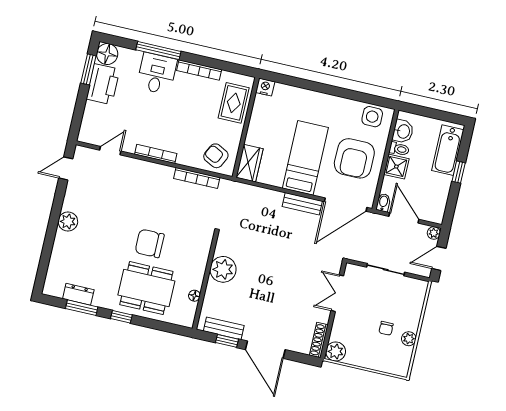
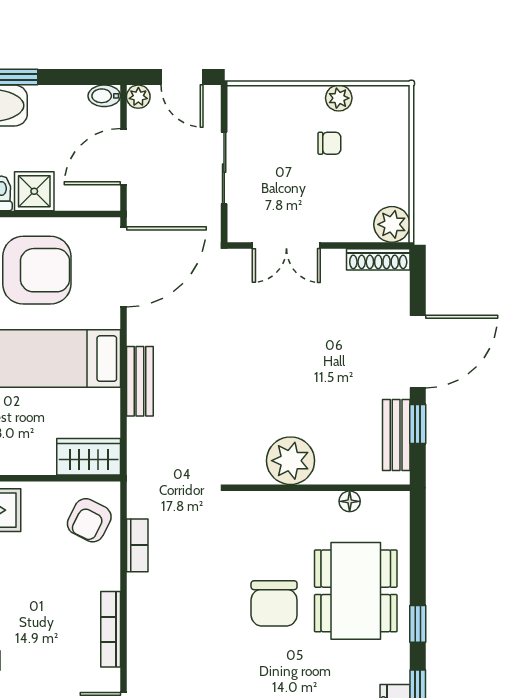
bookcase: (197, 178) -> (137, 545), width x0.64
bidet: (383, 202) -> (104, 96), moved
bench: (302, 204) -> (140, 381), moved
door: (346, 205) -> (123, 267), hinge flipped

